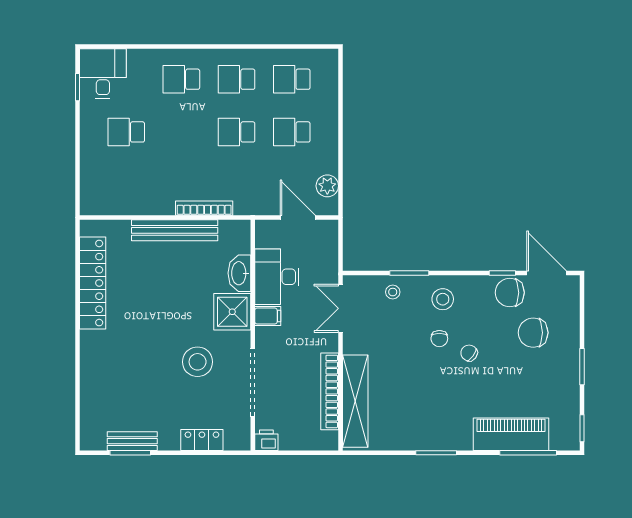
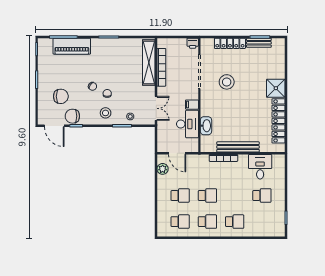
desk: (103, 74) -> (260, 167), moved, turned 180
chair: (510, 293) -> (72, 116), turned 180
shower: (232, 312) -> (276, 88), moved
locker: (202, 440) -> (230, 43), width x1.53

